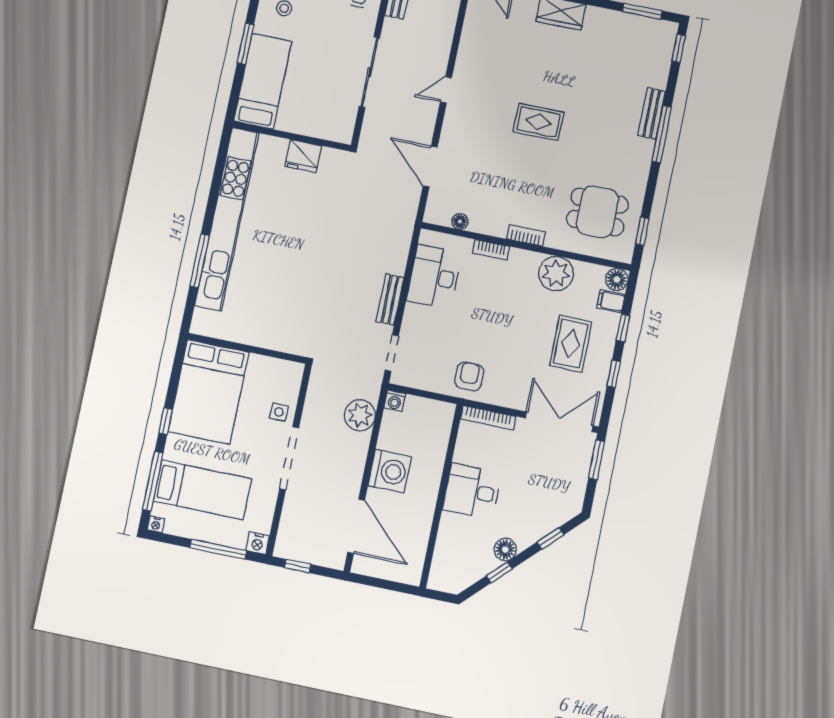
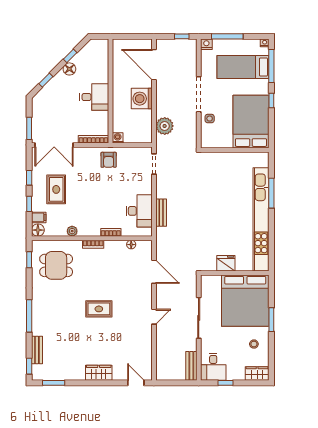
bed: (263, 81) -> (245, 301), width x2.04
bench: (652, 113) -> (37, 350), moved
plant: (556, 273) -> (72, 231), width x0.53, depth x0.53
bench: (390, 299) -> (161, 213), moved
washing machine: (395, 401) -> (118, 138), moved

